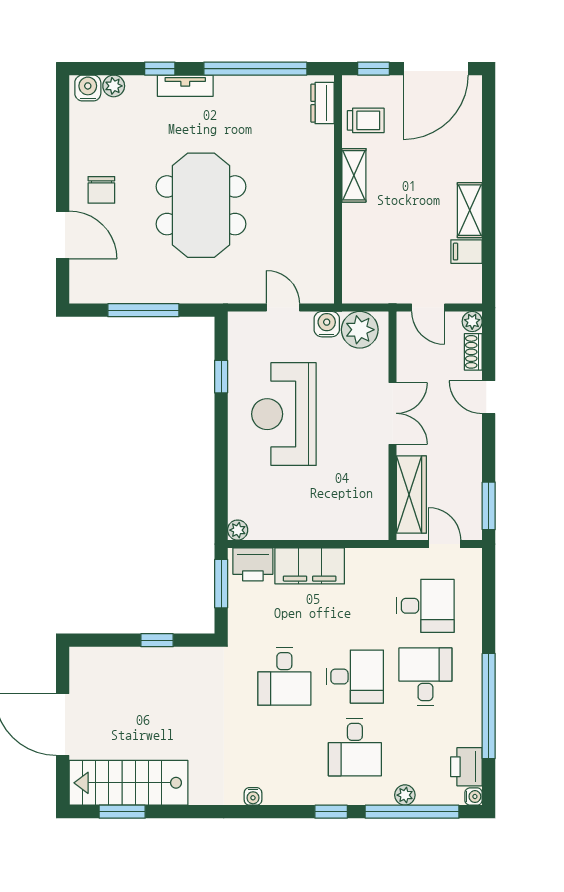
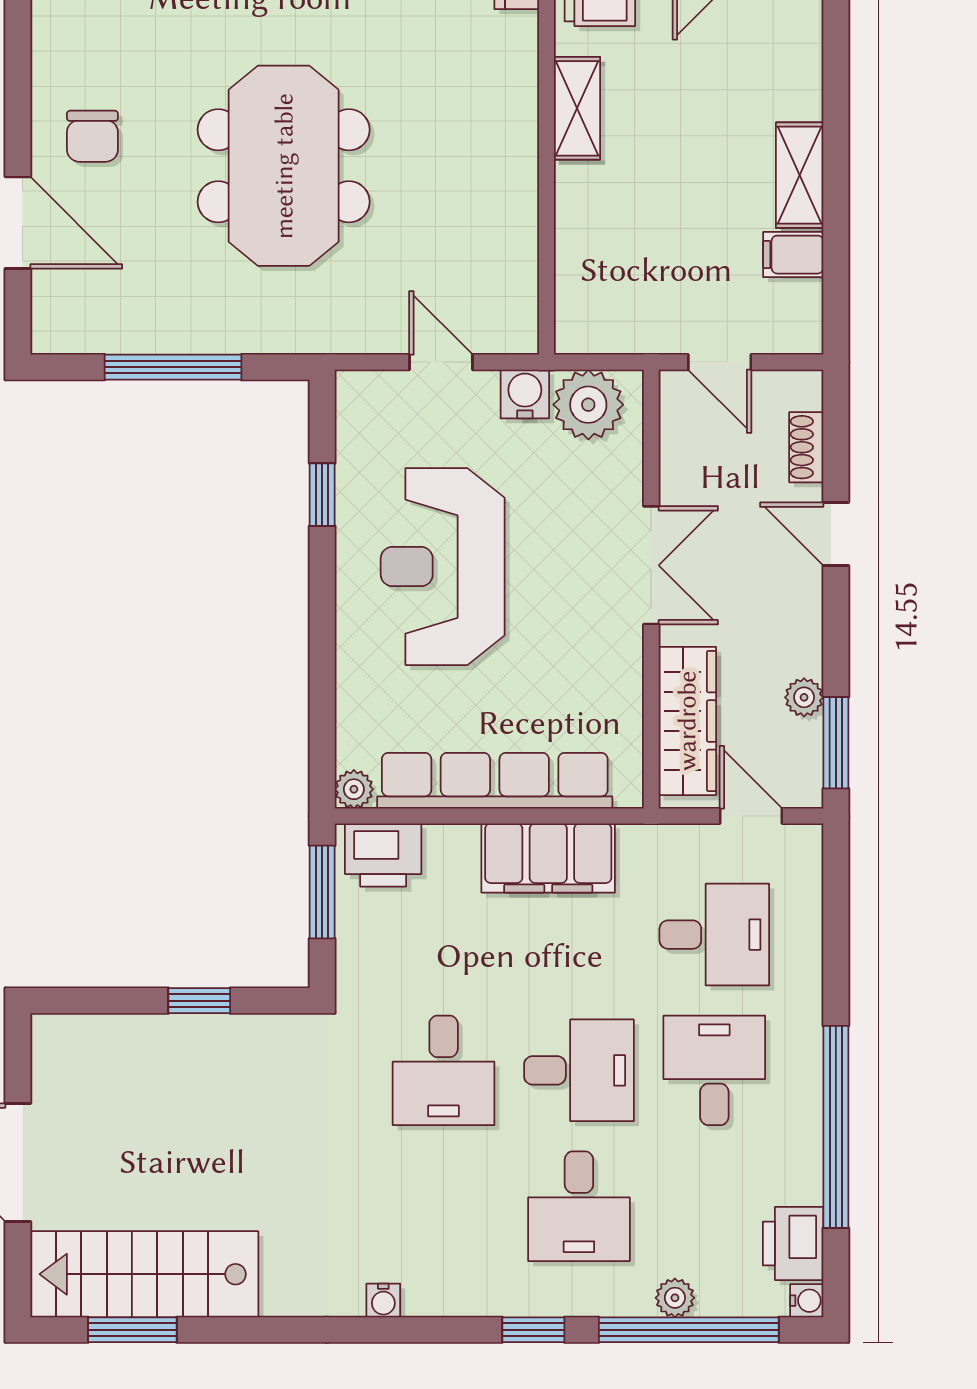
plant: (472, 322) -> (804, 697), moved
row of seats: (311, 526) -> (495, 781), added
filing cabinet: (310, 566) -> (548, 858), moved

